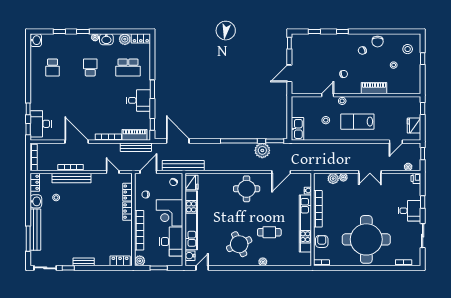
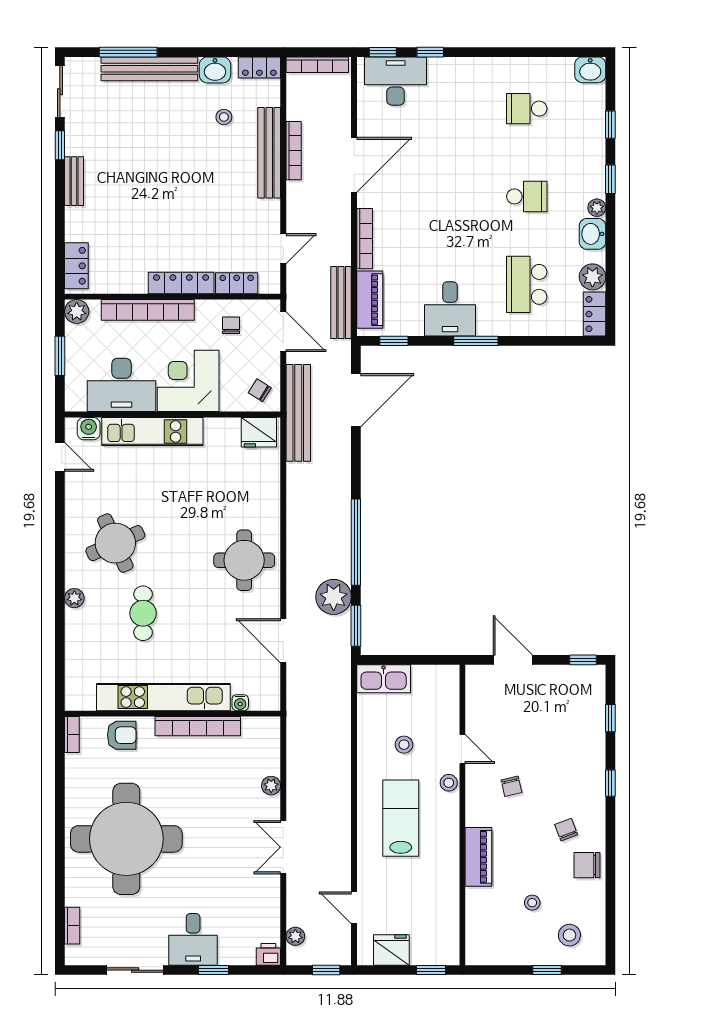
plant: (333, 179) -> (268, 762), removed
locker: (127, 211) -> (181, 283), width x1.53
kitchen unit: (191, 220) -> (152, 431), width x0.73

